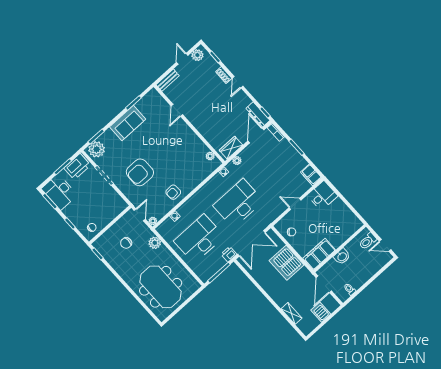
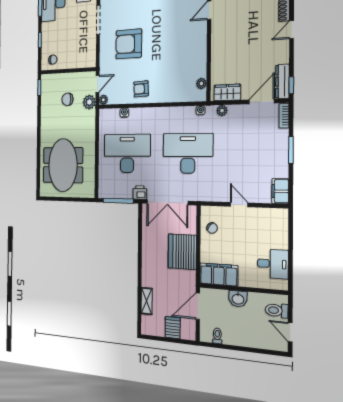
desk: (323, 196) -> (273, 264), moved
plant: (155, 243) -> (89, 102), moved

